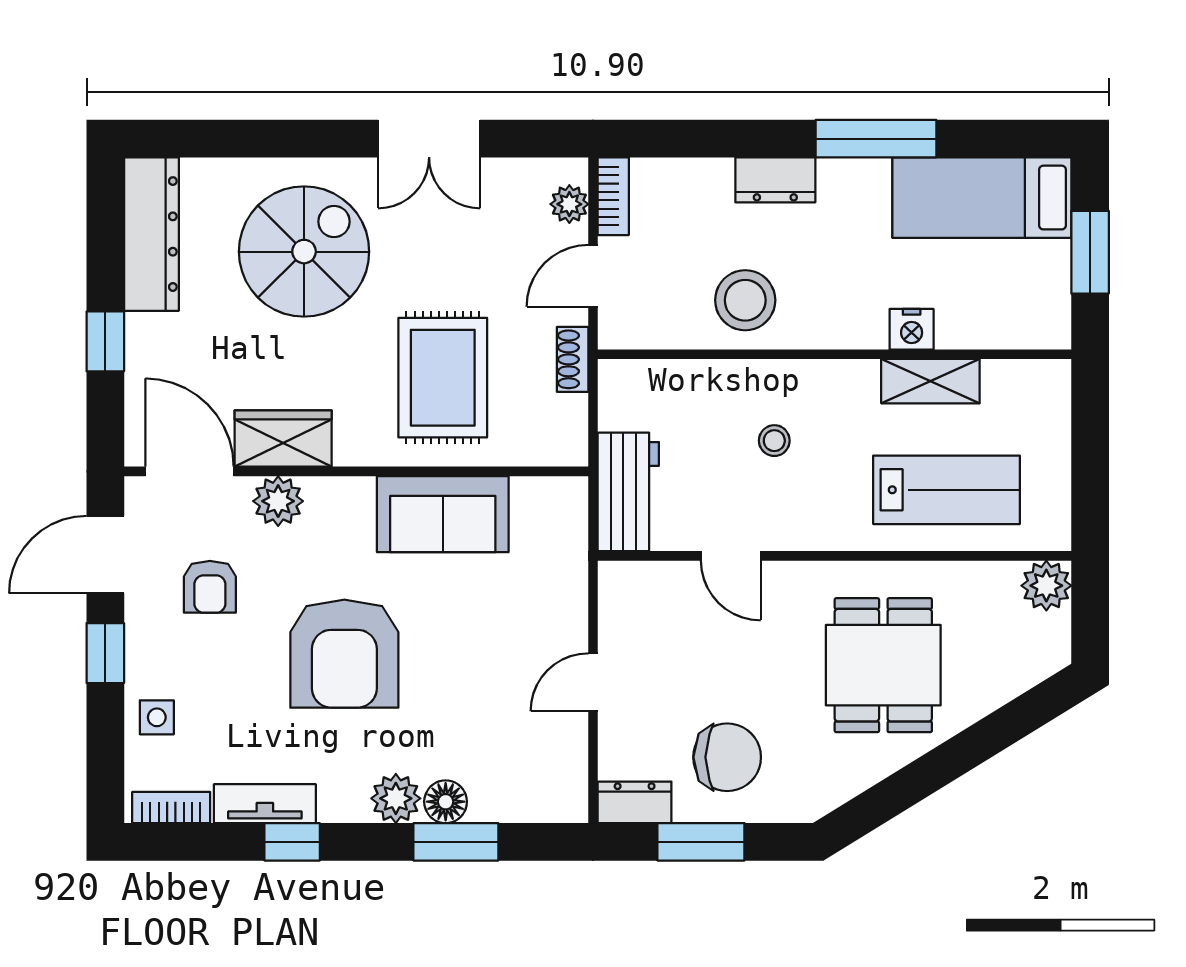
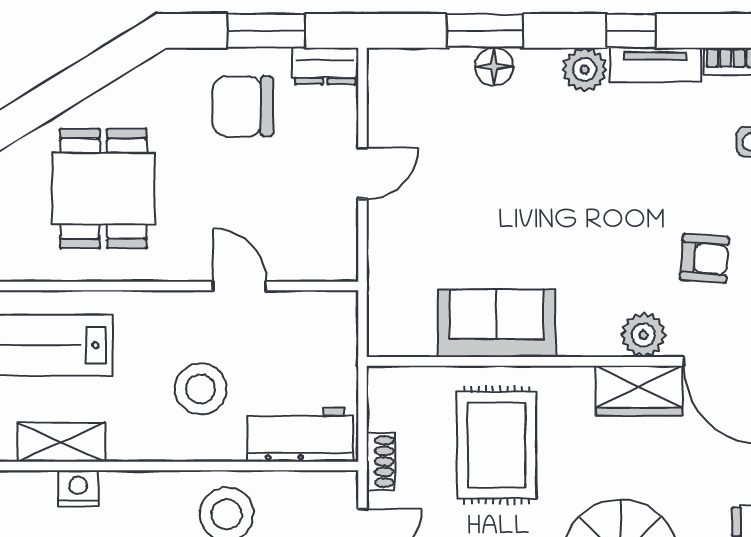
stool: (774, 441) -> (201, 389), width x1.89, depth x1.89
workbench: (628, 492) -> (300, 434), moved, turned 90
armchair: (210, 587) -> (704, 258), turned 94
armchair: (344, 654) -> (584, 199), removed
plant: (396, 798) -> (585, 69), moved

